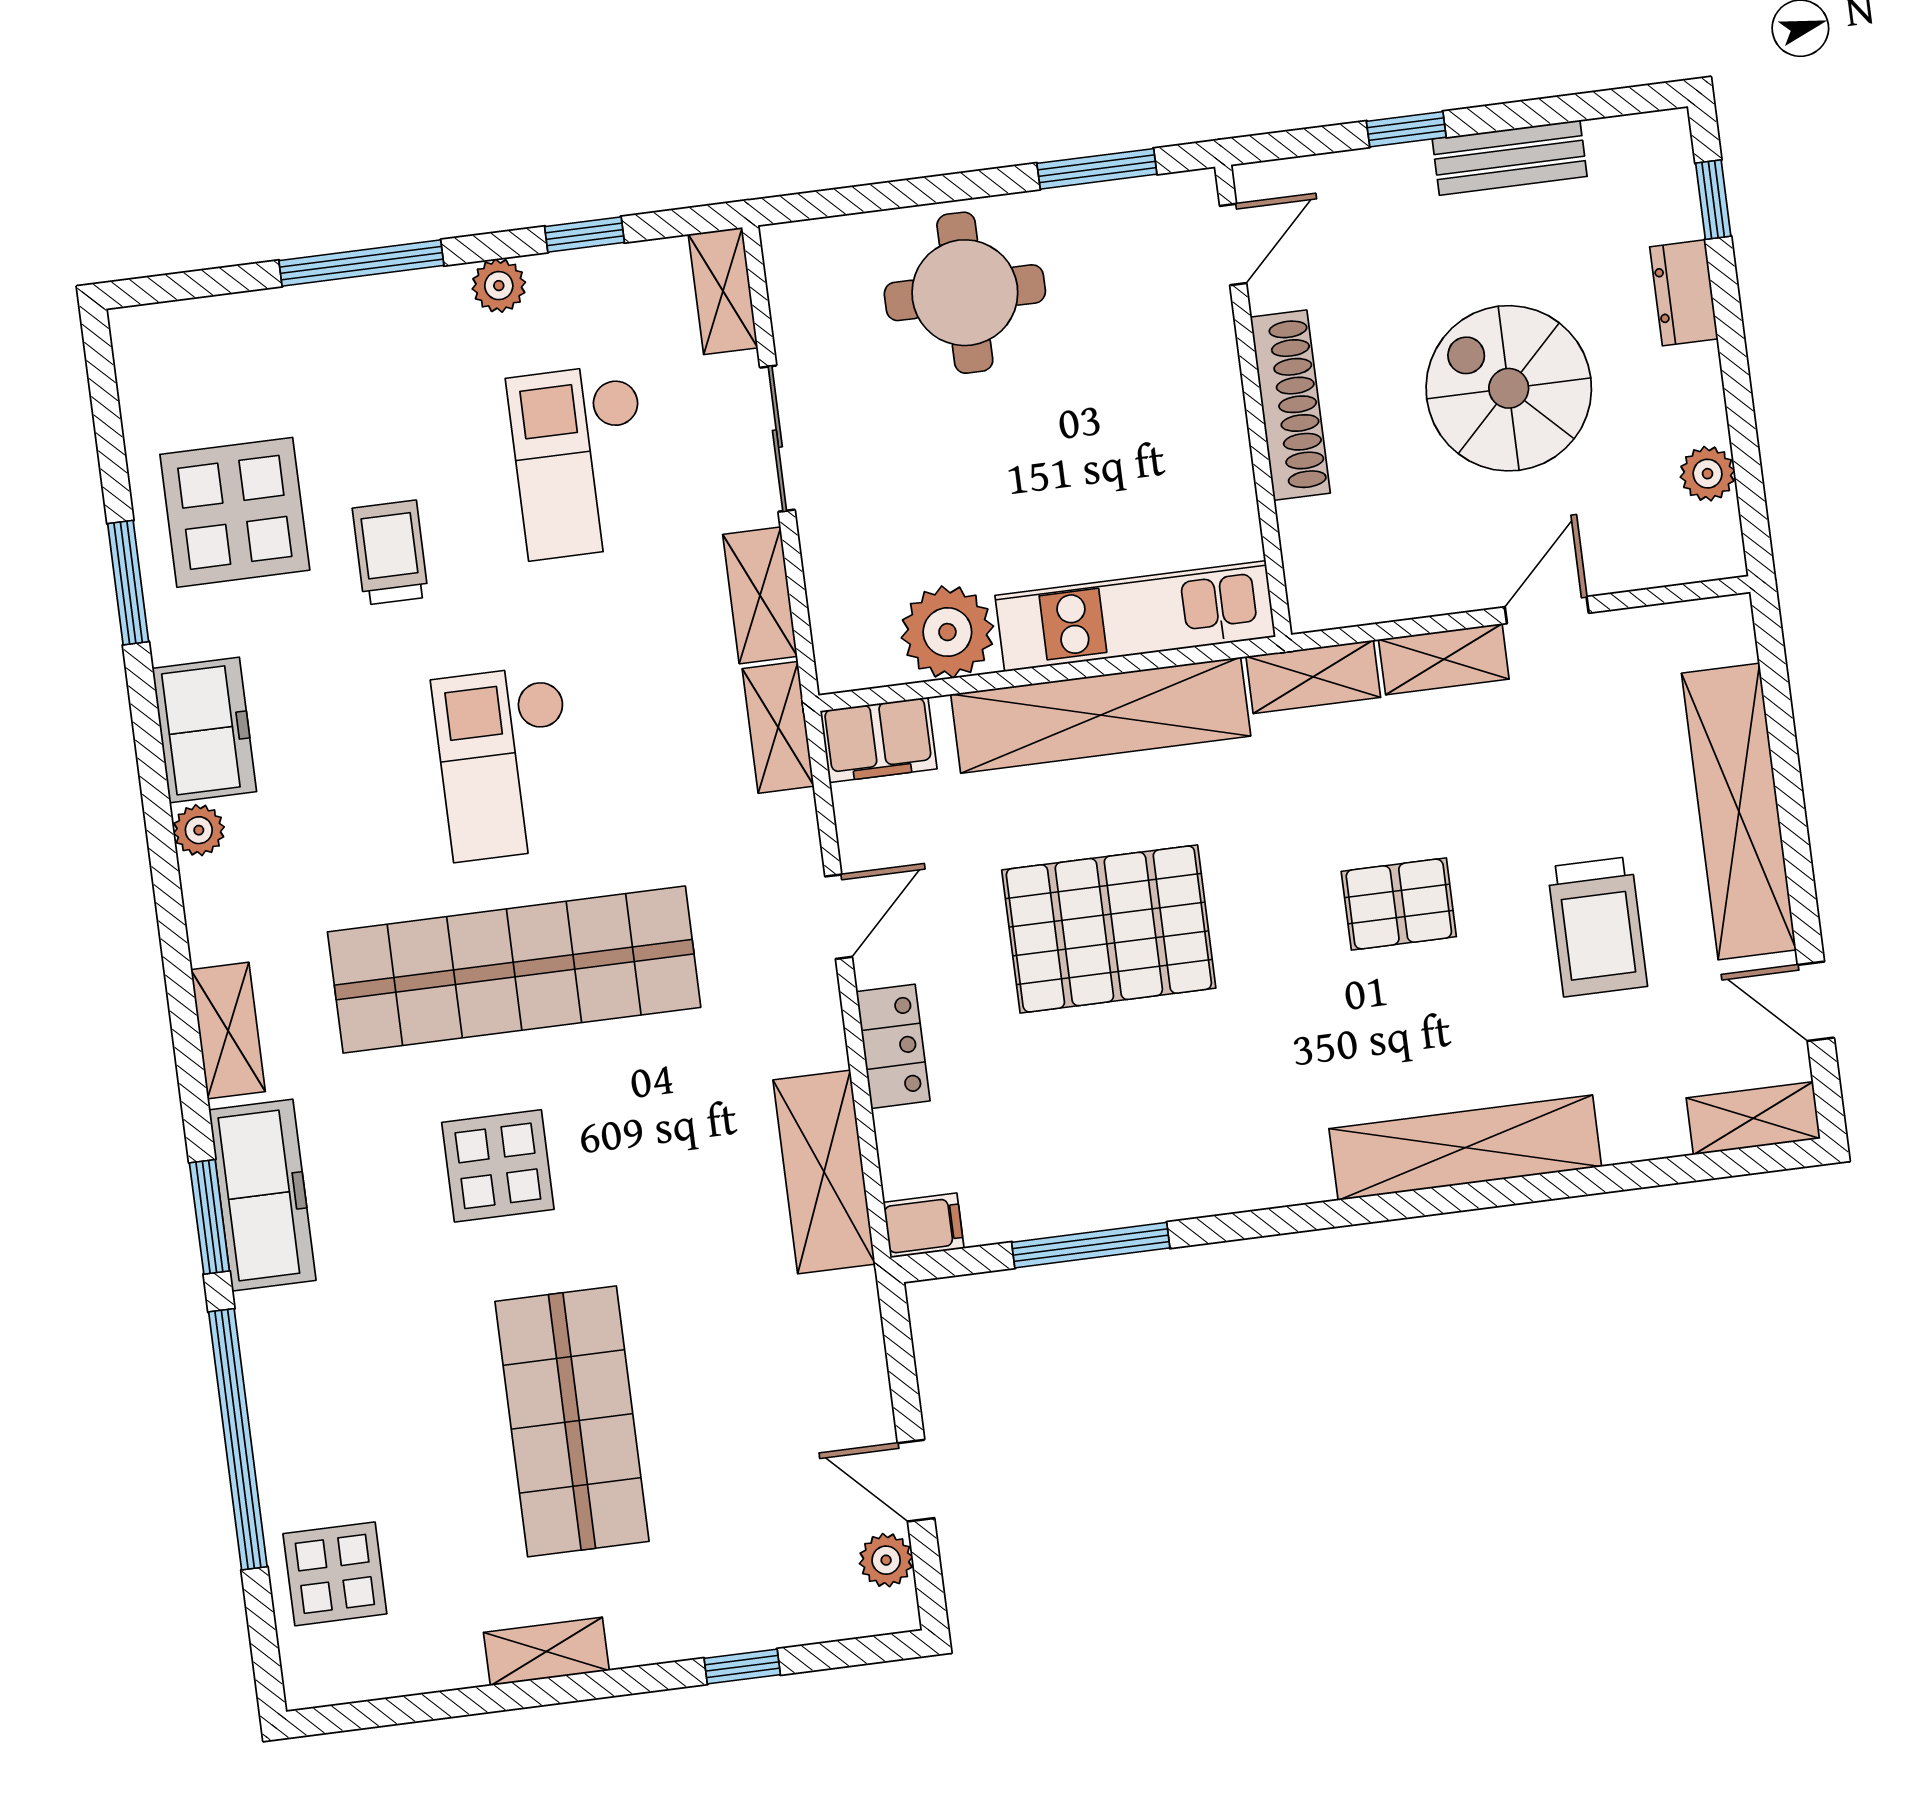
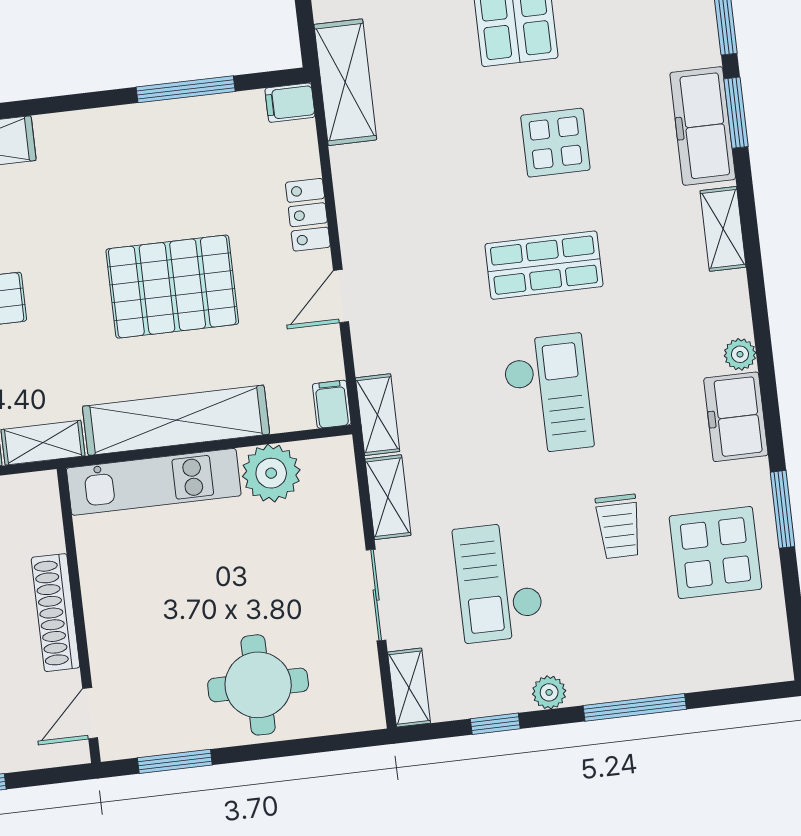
checkout: (581, 462) -> (499, 582), turned 180
filing cabinet: (879, 740) -> (332, 404), width x0.50
shop shelf: (514, 970) -> (544, 265), width x0.50, depth x0.74
shelving: (824, 1172) -> (345, 82), moved

